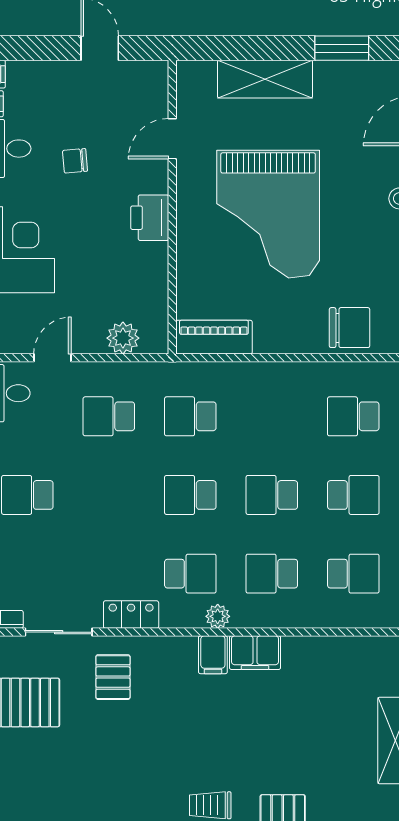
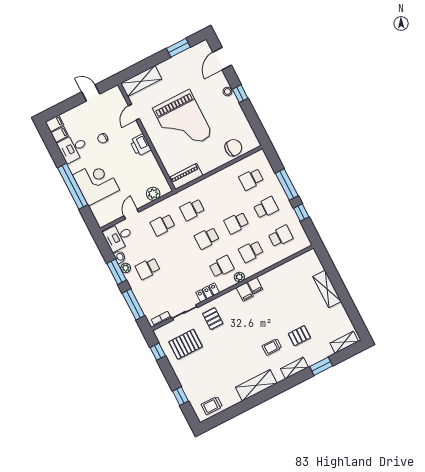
shelving: (265, 79) -> (141, 81), moved
filing cabinet: (255, 653) -> (255, 286), width x0.50

